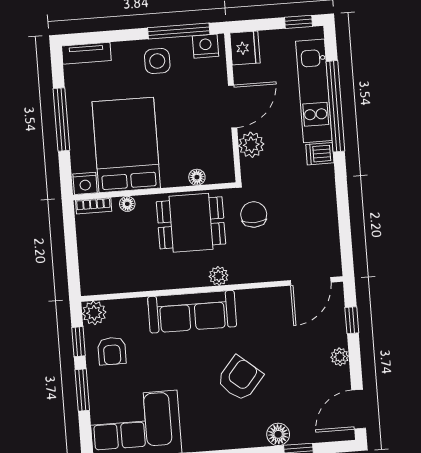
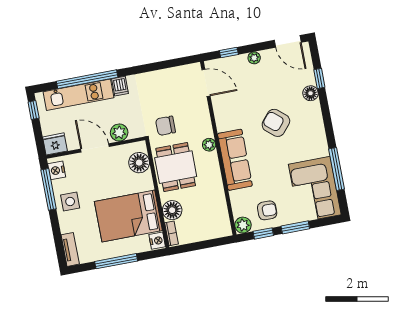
floor lamp: (197, 177) -> (139, 163), width x1.89, depth x1.89
floor lamp: (127, 204) -> (172, 210), width x1.89, depth x1.89

